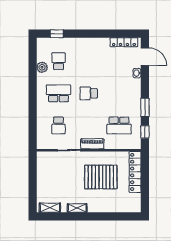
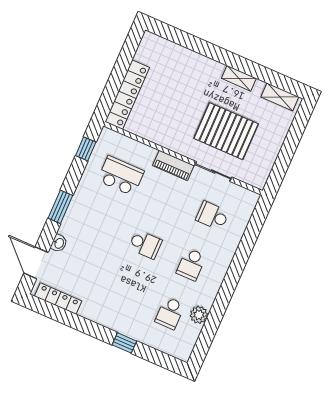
window: (57, 34) -> (124, 343), moved
school desk: (59, 93) -> (191, 264), width x0.54
window: (145, 107) -> (60, 207), moved
school desk: (59, 125) -> (212, 216), turned -90
pallet: (101, 177) -> (226, 131), moved

